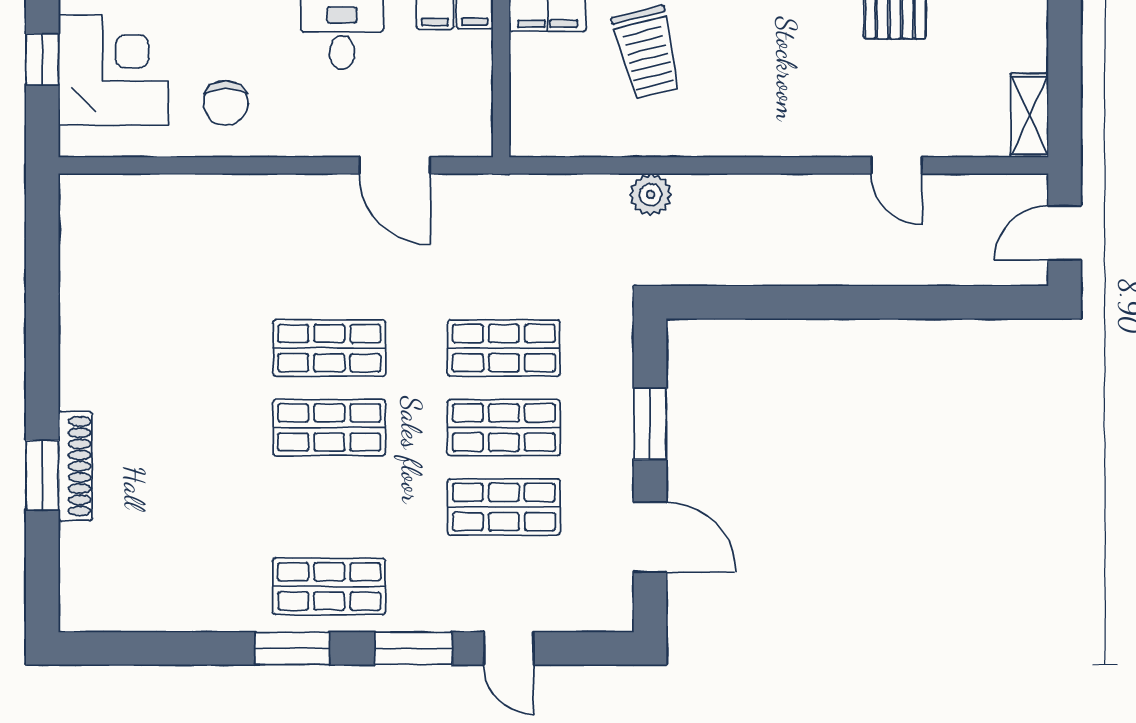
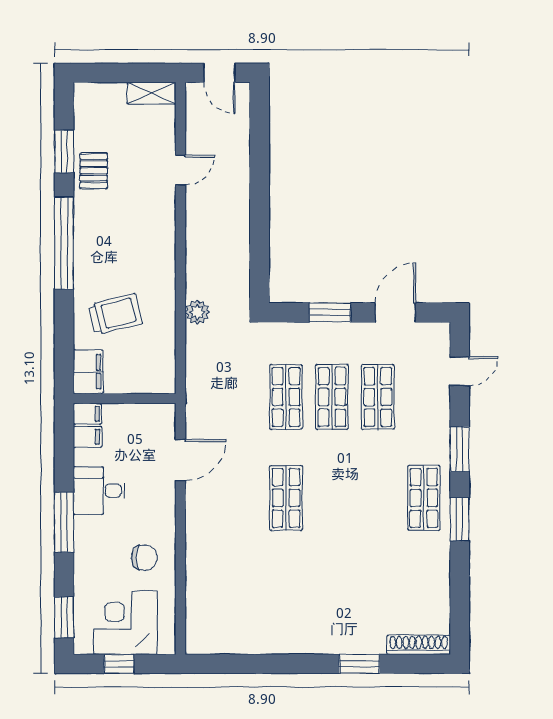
shop shelf: (329, 428) -> (332, 498), removed
shoe rack: (75, 466) -> (419, 645), moved
door: (509, 648) -> (460, 371), moved

